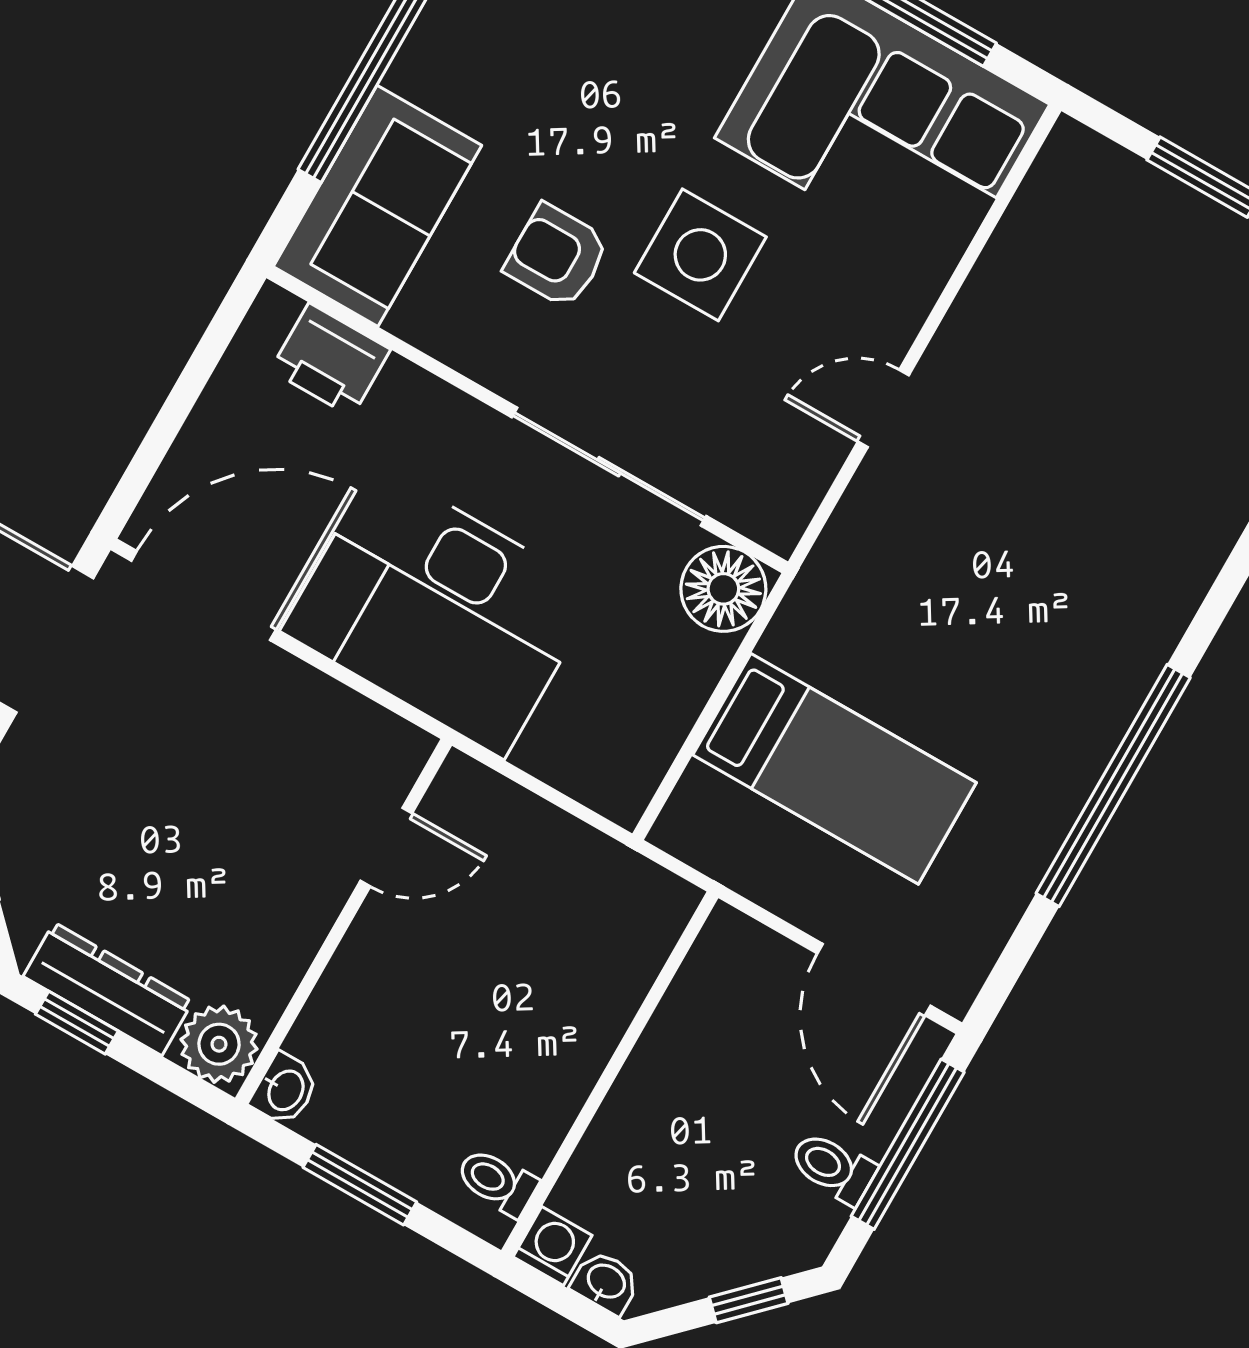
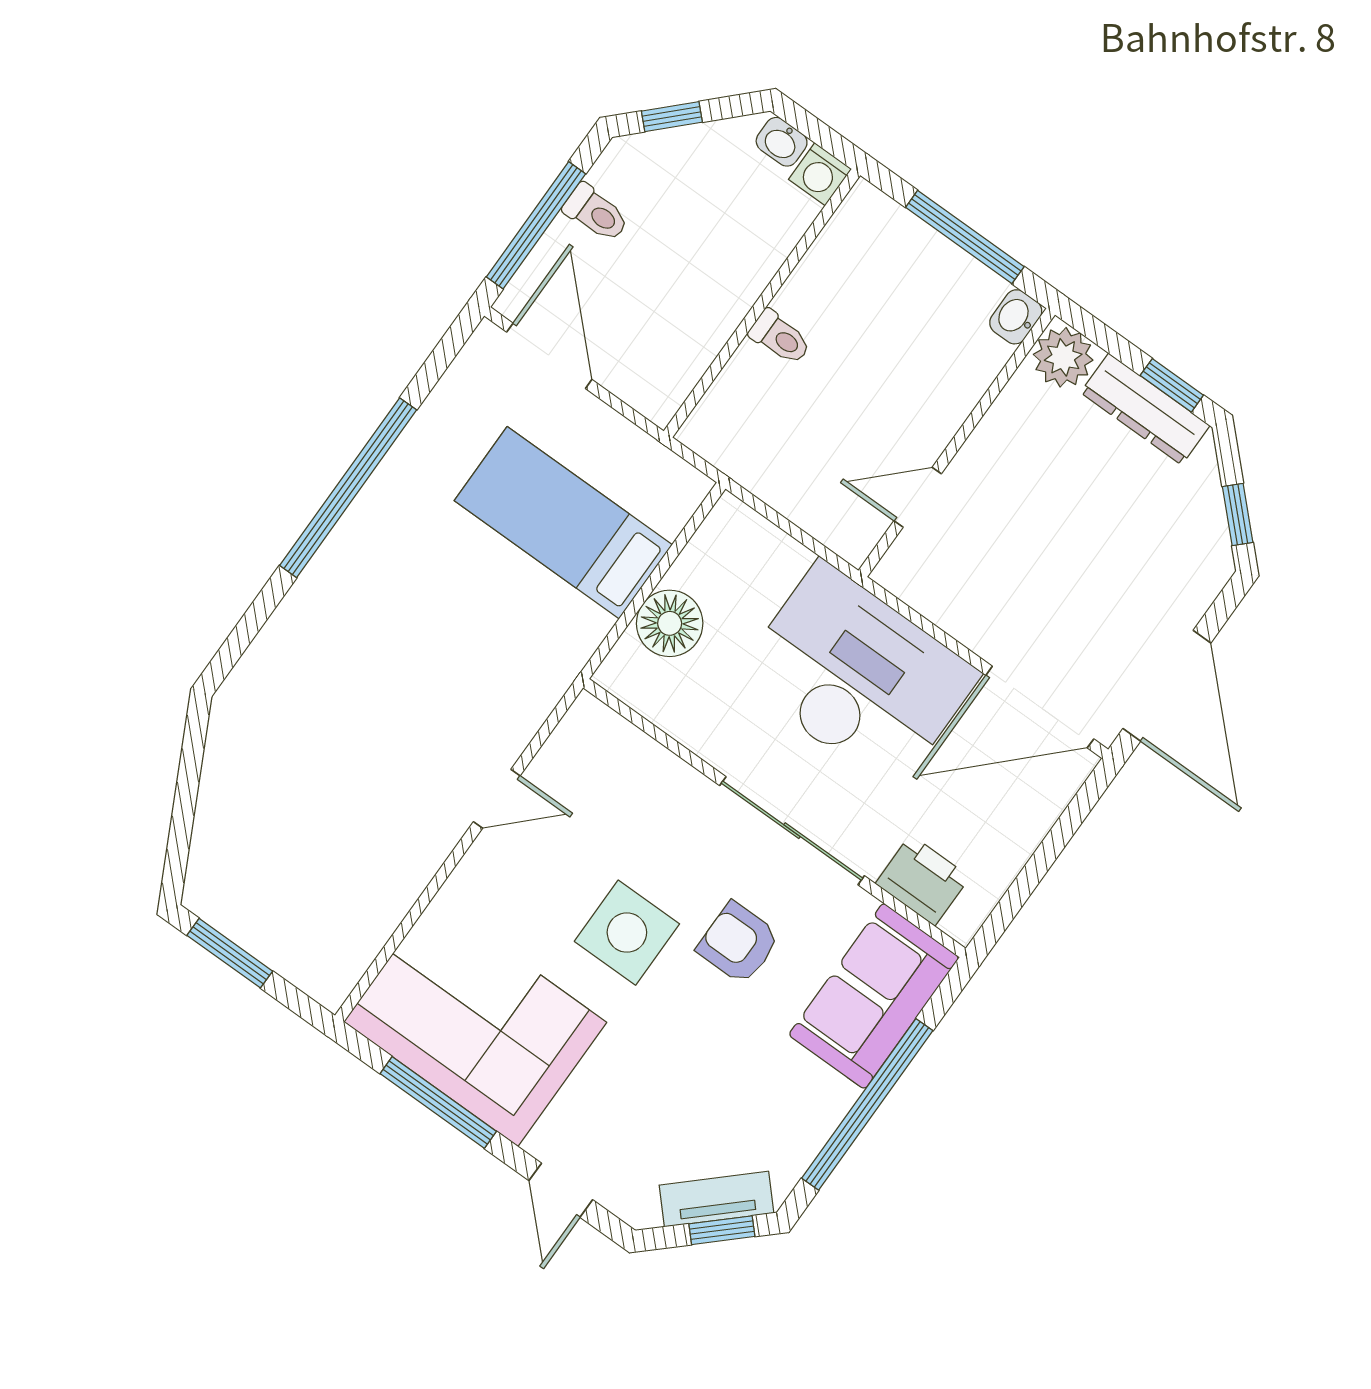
armchair: (557, 256) -> (738, 943), turned 180
sliding door: (609, 467) -> (792, 831), moved
floor lamp: (723, 589) -> (670, 623), moved
toilet: (497, 1182) -> (780, 337), moved
window: (360, 1185) -> (965, 237), width x1.44

